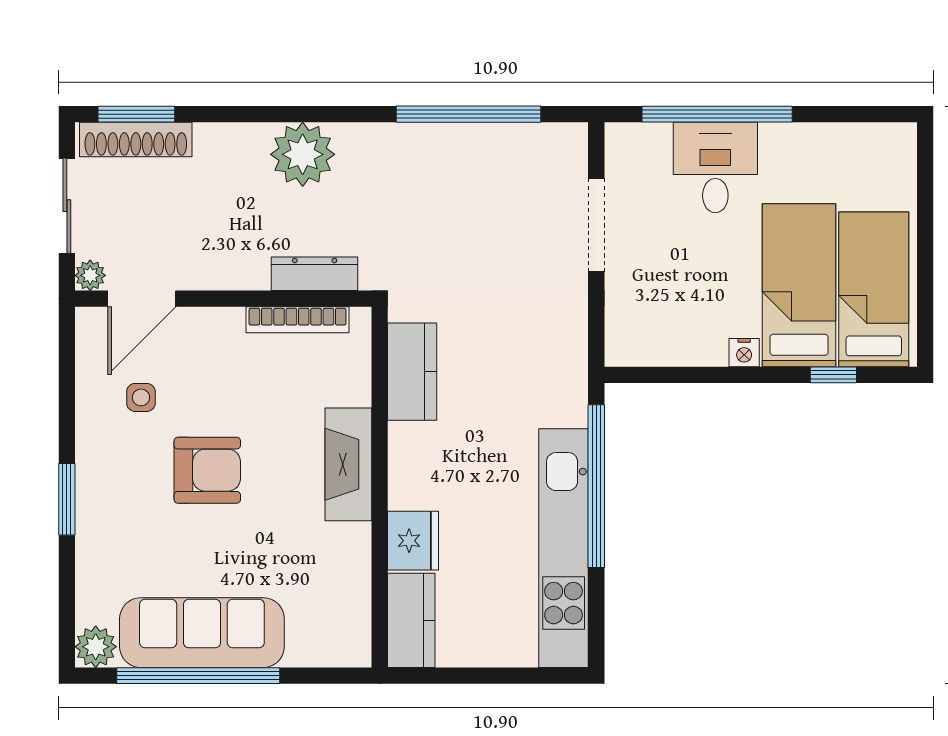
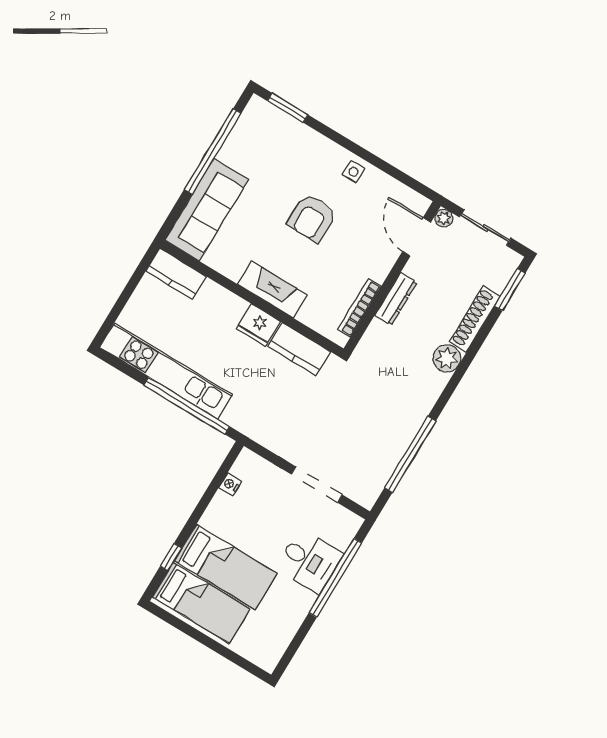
shoe rack: (136, 139) -> (475, 319), moved
plant: (303, 154) -> (447, 358), width x0.73, depth x0.73
dresser: (315, 274) -> (396, 299), moved
nightstand: (744, 353) -> (230, 484), moved
side table: (141, 397) -> (354, 172), moved
window: (67, 499) -> (288, 108), moved
fridge: (413, 541) -> (258, 325), moved
sofa: (202, 633) -> (207, 210), moved
plant: (96, 647) -> (258, 109), removed

